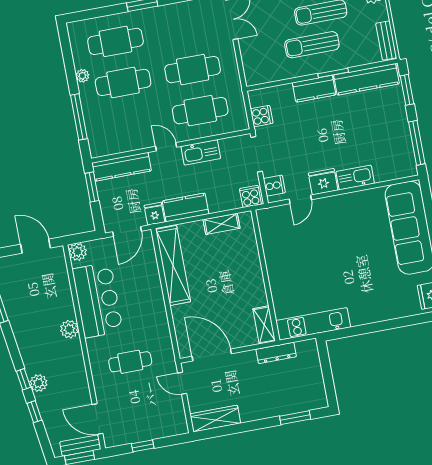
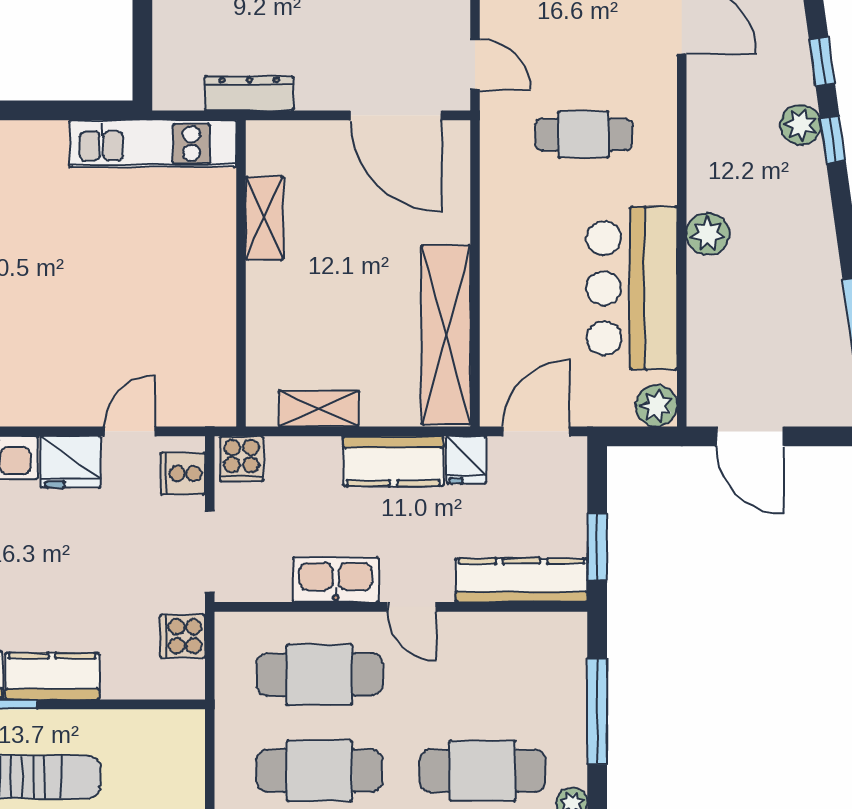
shelving: (264, 325) -> (264, 218), moved

